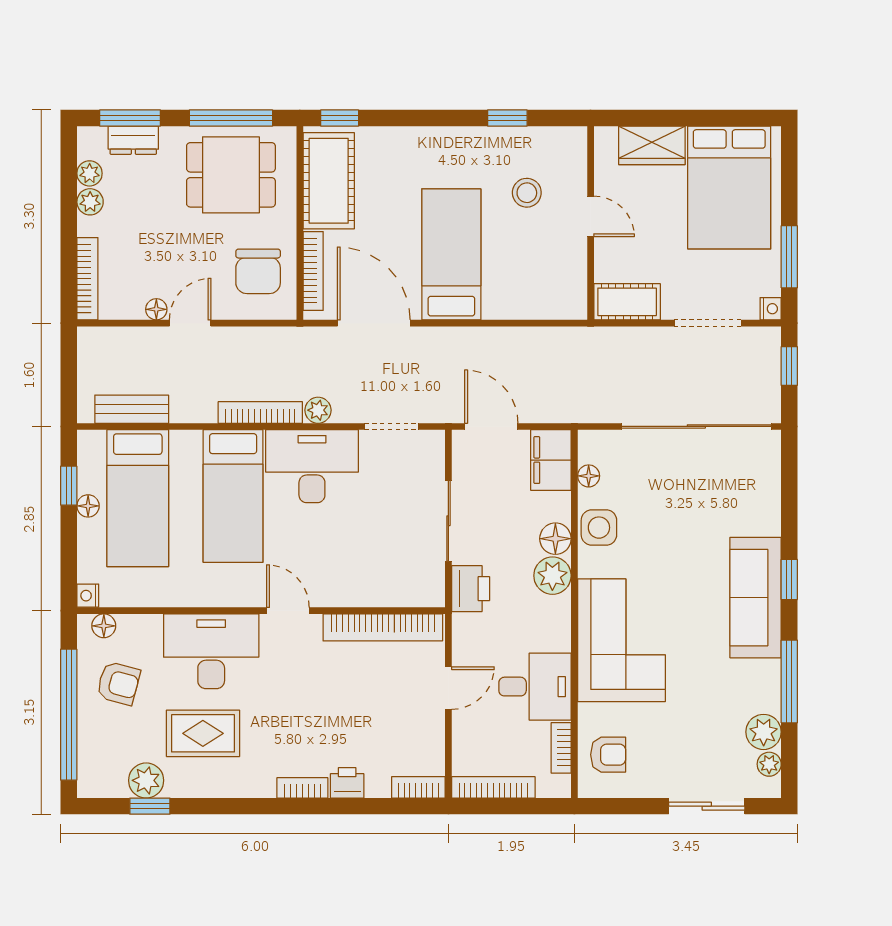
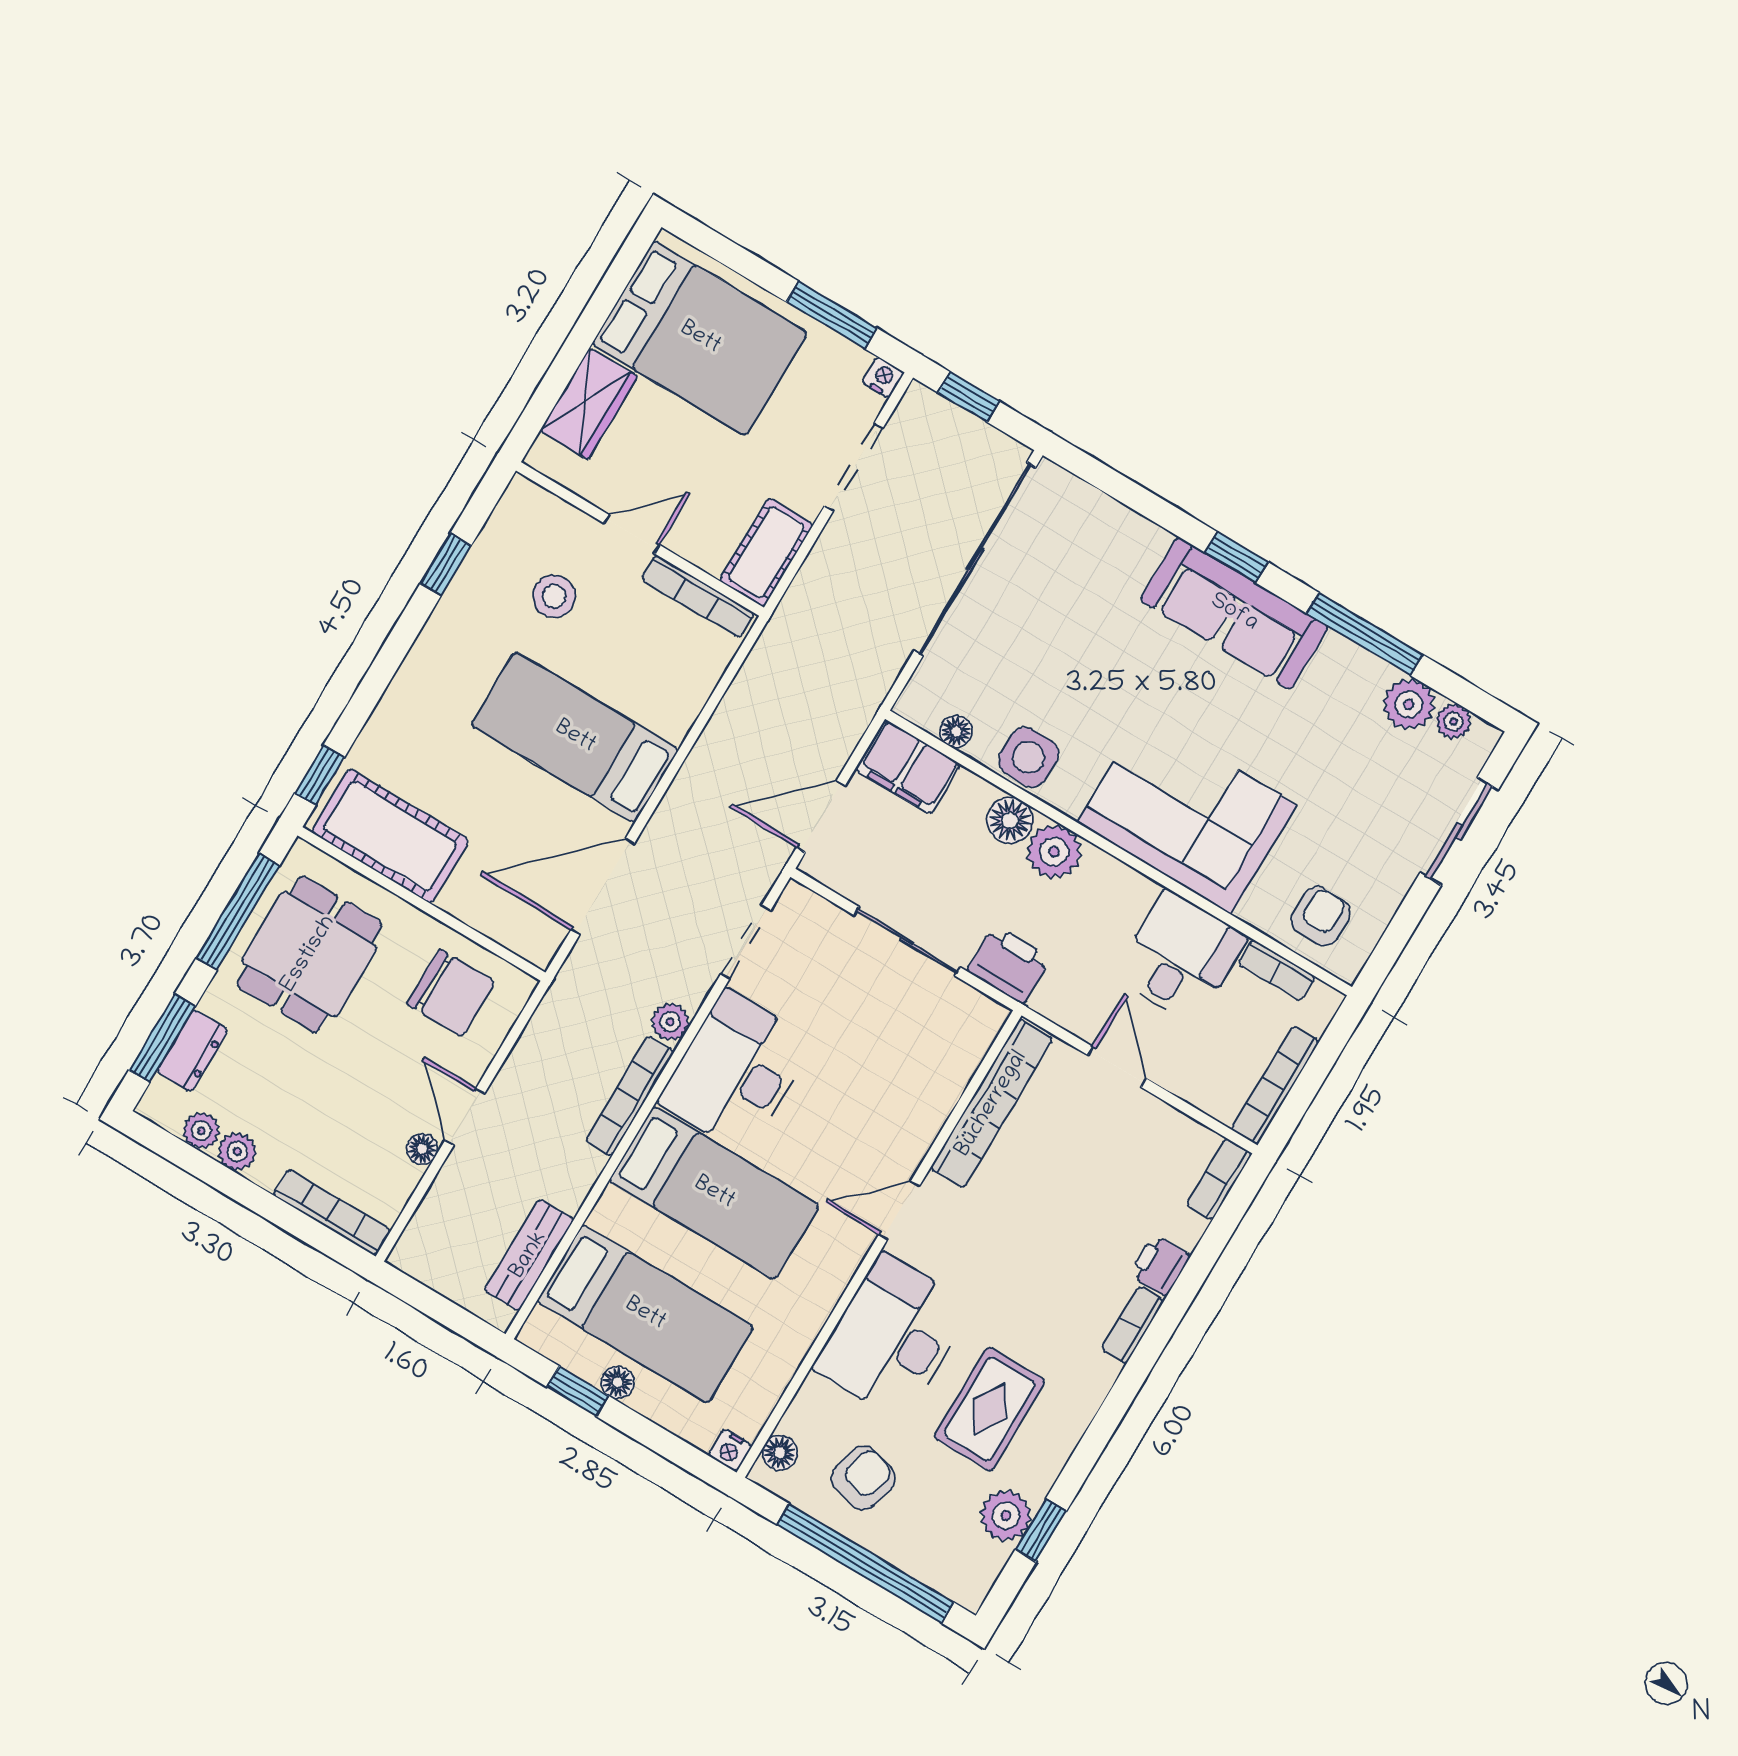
bookcase: (313, 271) -> (698, 596), moved, turned 180

